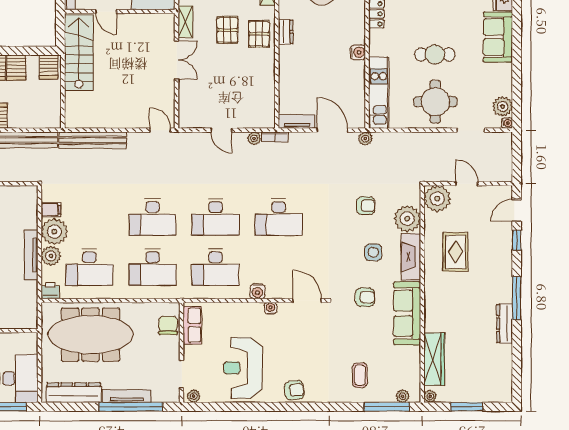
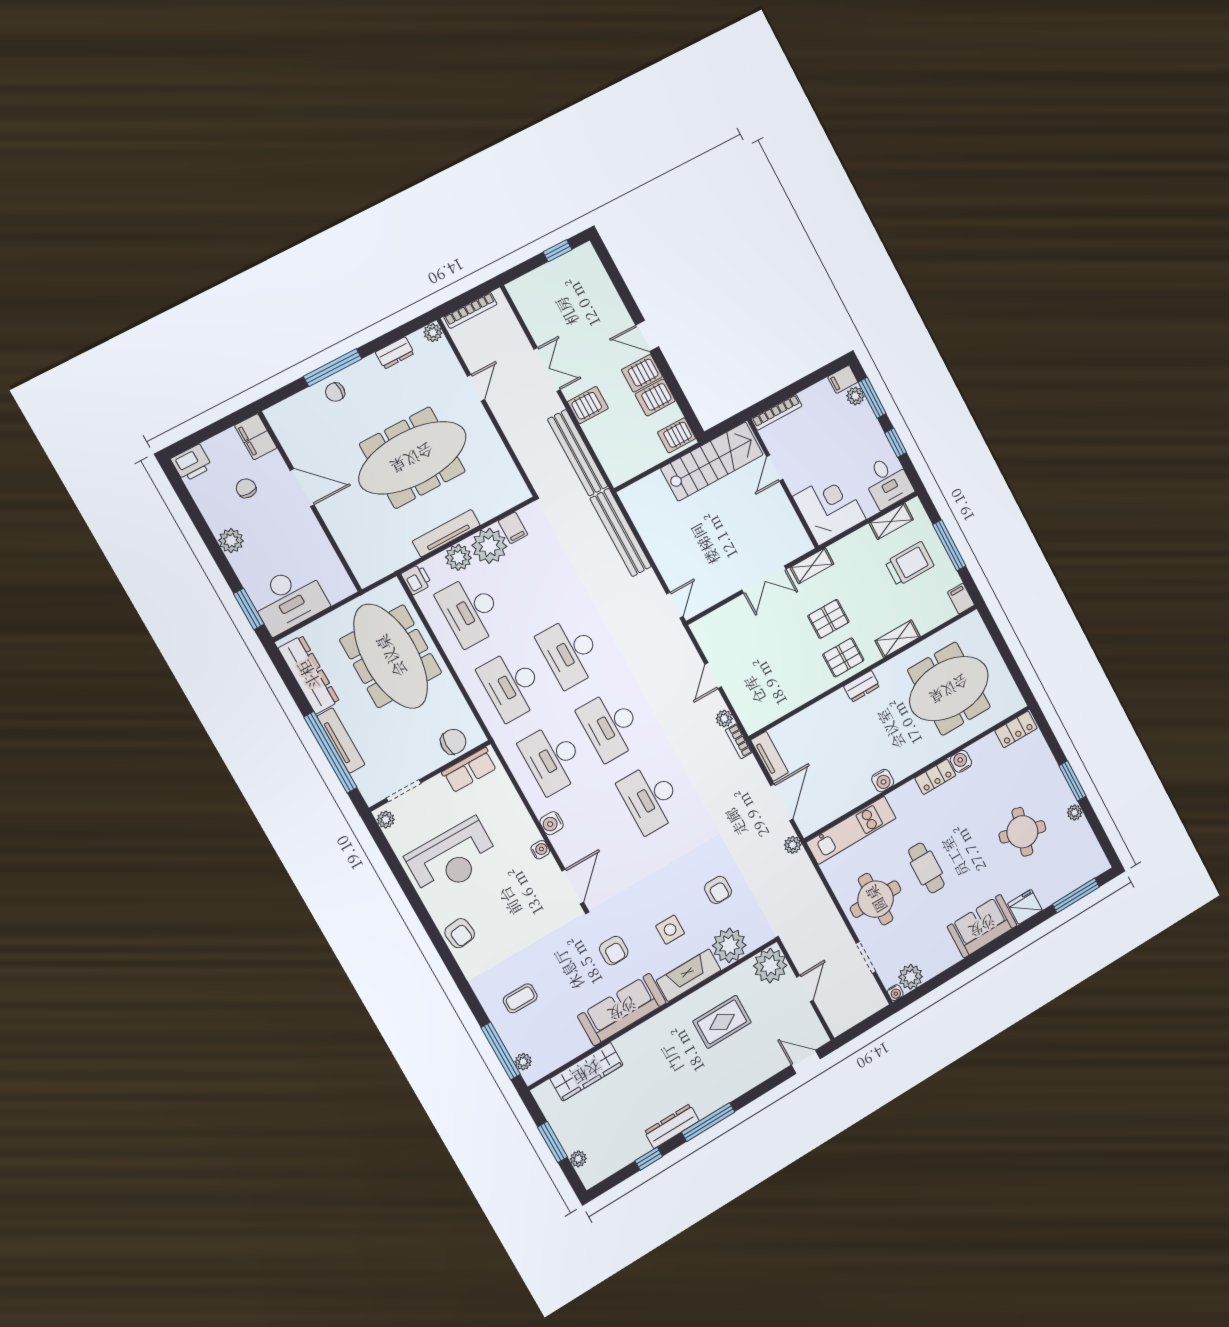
window: (517, 240) -> (649, 1159), moved
reception desk: (243, 368) -> (452, 858), turned 180
plant: (430, 396) -> (578, 1159), moved

